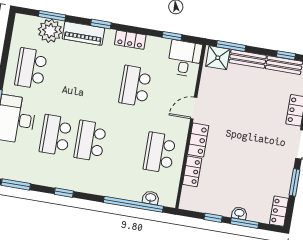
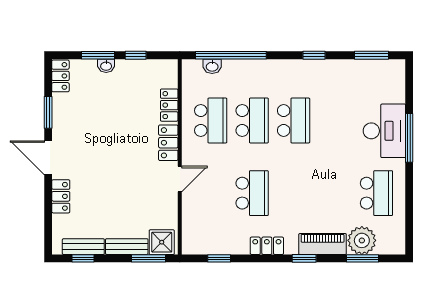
desk: (185, 58) -> (200, 235), removed
school desk: (55, 135) -> (252, 121), moved

